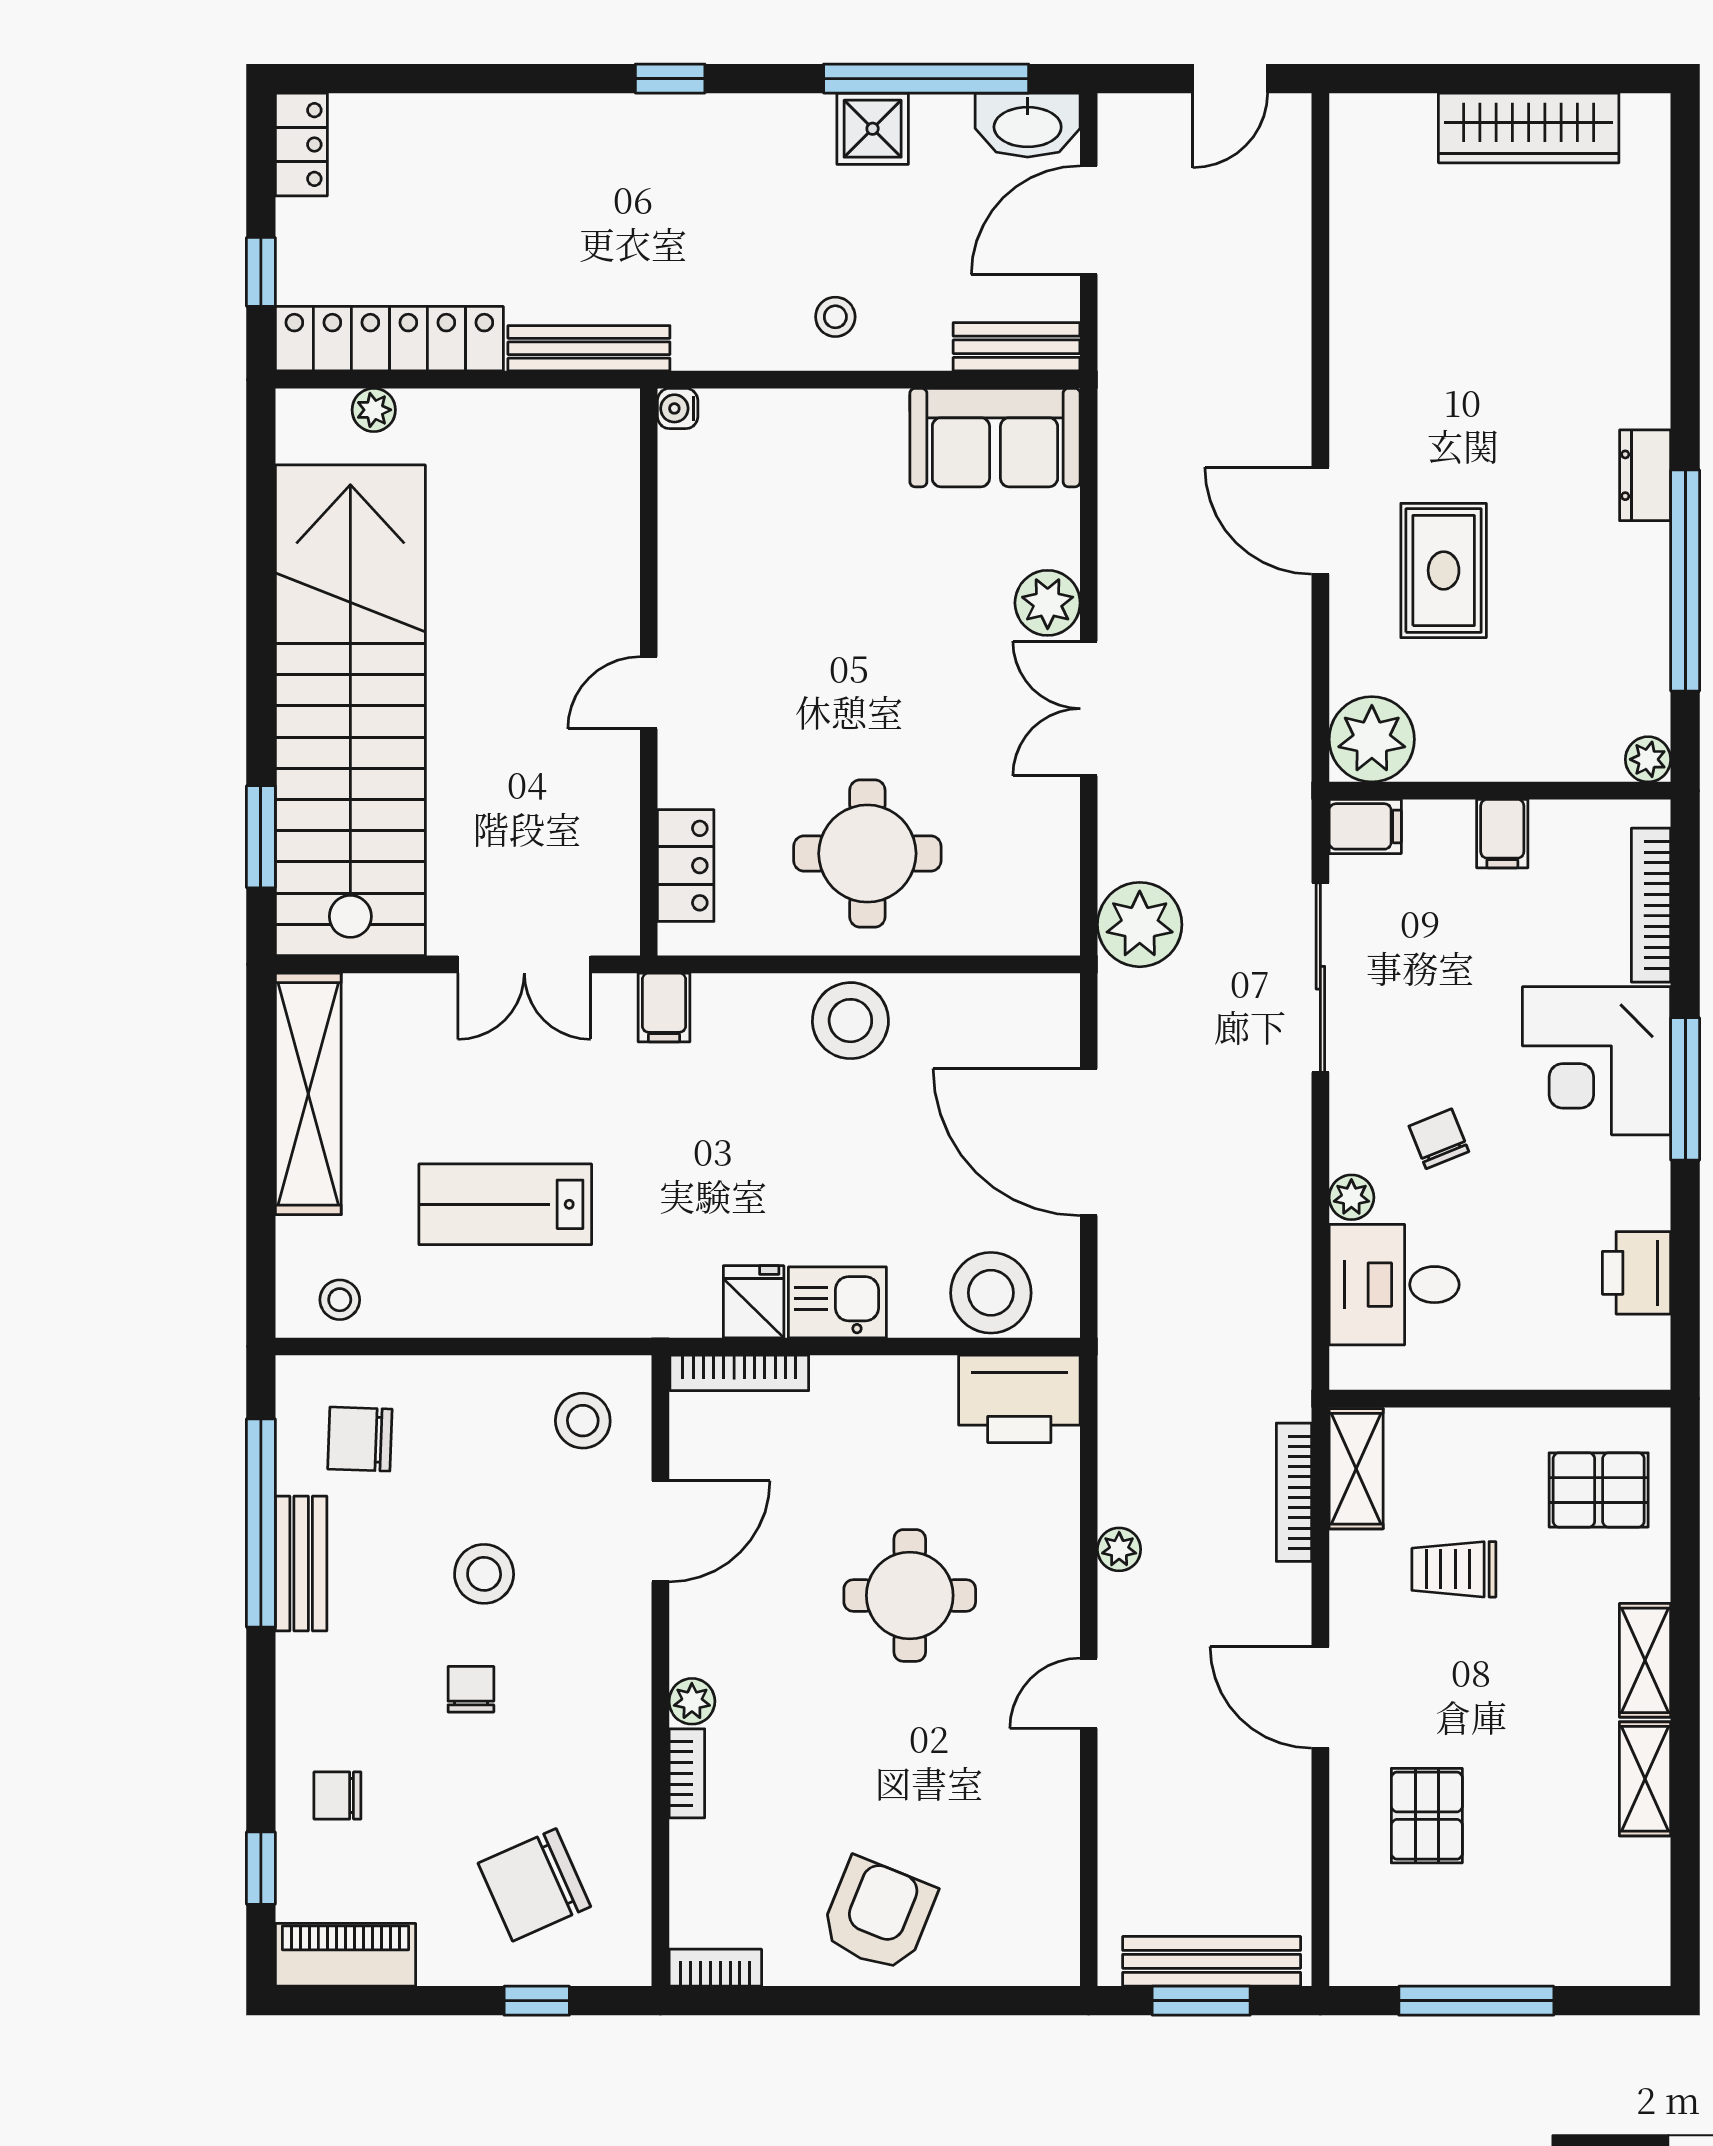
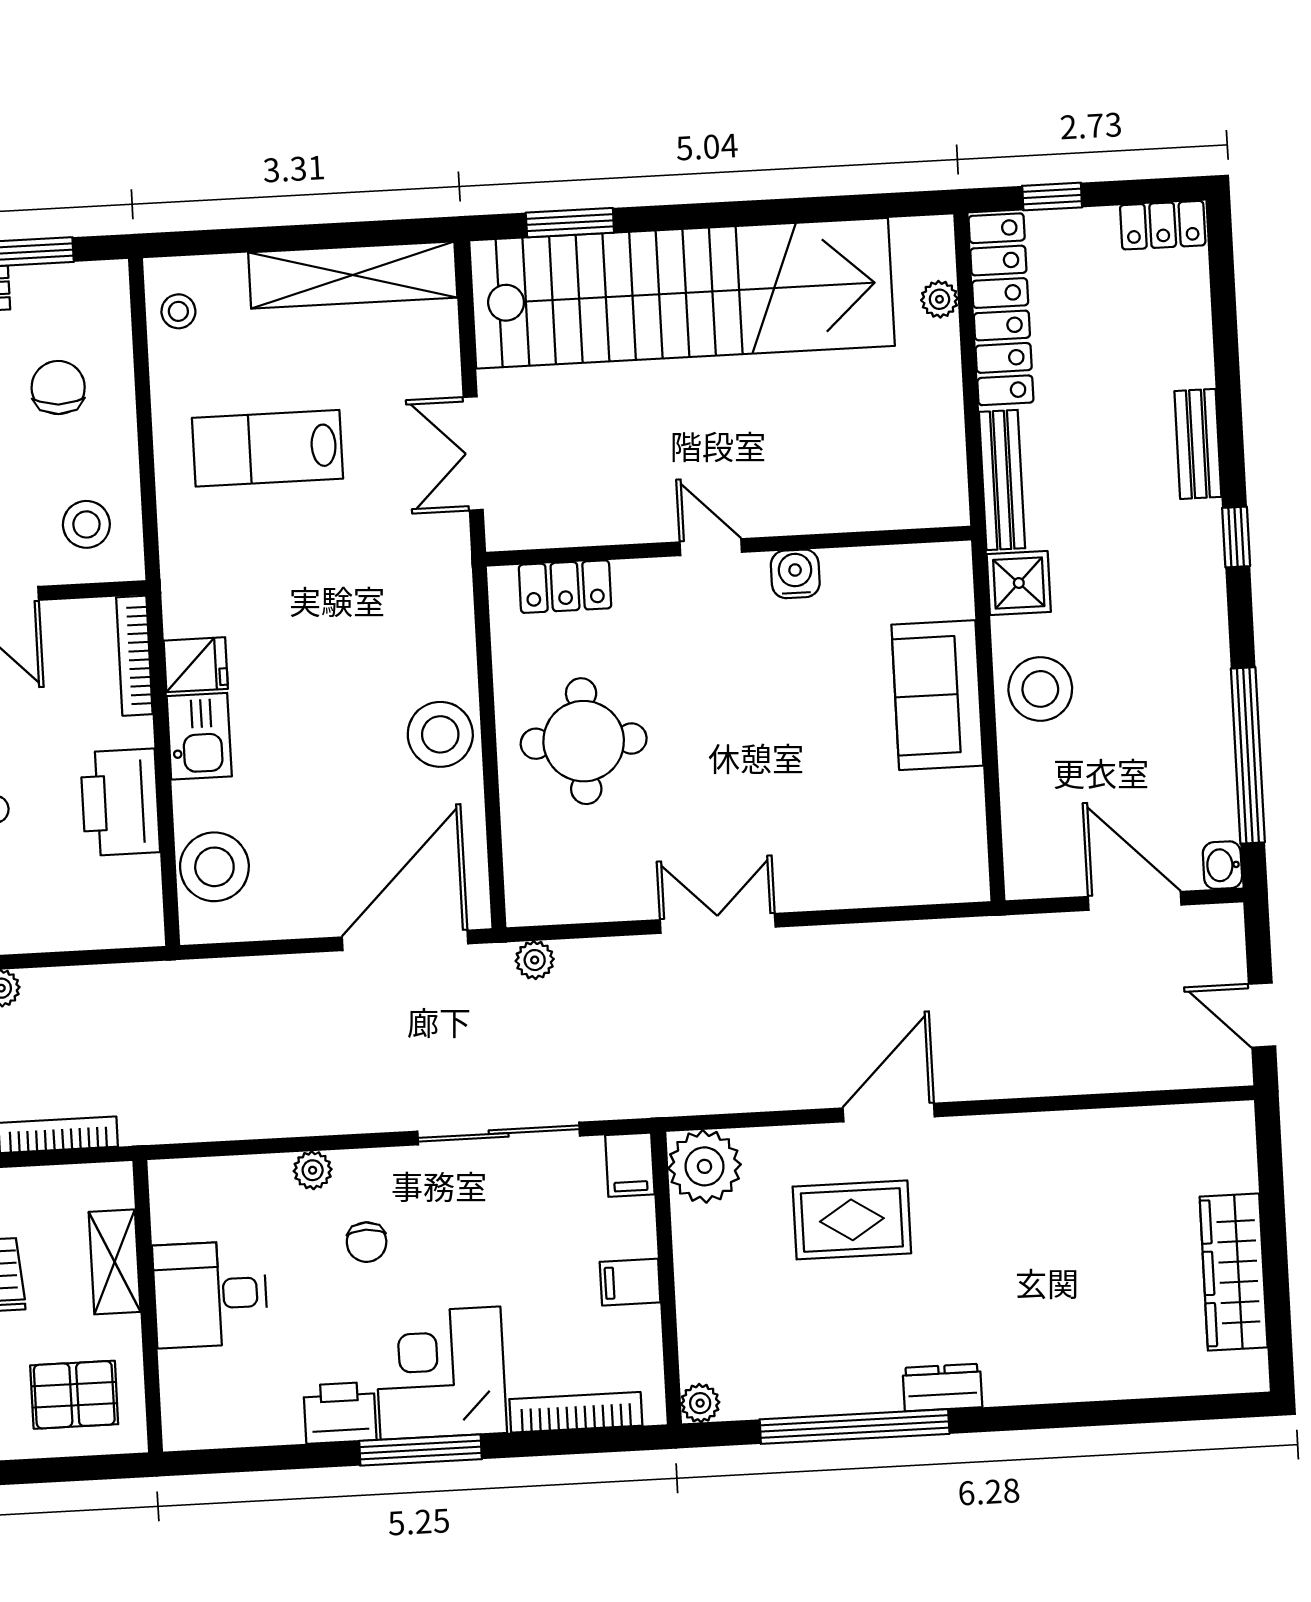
washbasin: (1028, 125) -> (1222, 865), width x0.52, depth x0.69
shower: (873, 129) -> (1019, 583), moved
stool: (835, 317) -> (1040, 689), width x1.89, depth x1.89
bench: (1016, 347) -> (1198, 444), moved
water cooler: (678, 408) -> (795, 574), moved, width x1.38, depth x1.38
sofa: (995, 438) -> (937, 695), moved
plant: (1048, 603) -> (806, 883), removed
plant: (1140, 925) -> (535, 960), width x0.53, depth x0.53
filing cabinet: (664, 1007) -> (443, 575), removed
chair: (1439, 1139) -> (367, 1242), turned 112
door: (1089, 1142) -> (405, 940), moved
lab bench: (505, 1204) -> (268, 448), turned -90
printer: (1637, 1273) -> (340, 1413), moved
desk: (1394, 1285) -> (210, 1294), moved, turned -90
printer: (1019, 1399) -> (120, 802), moved
chair: (360, 1439) -> (58, 388), moved
shelving: (1356, 1469) -> (115, 1262), moved, turned 90
pallet: (1599, 1490) -> (74, 1395), turned 90

